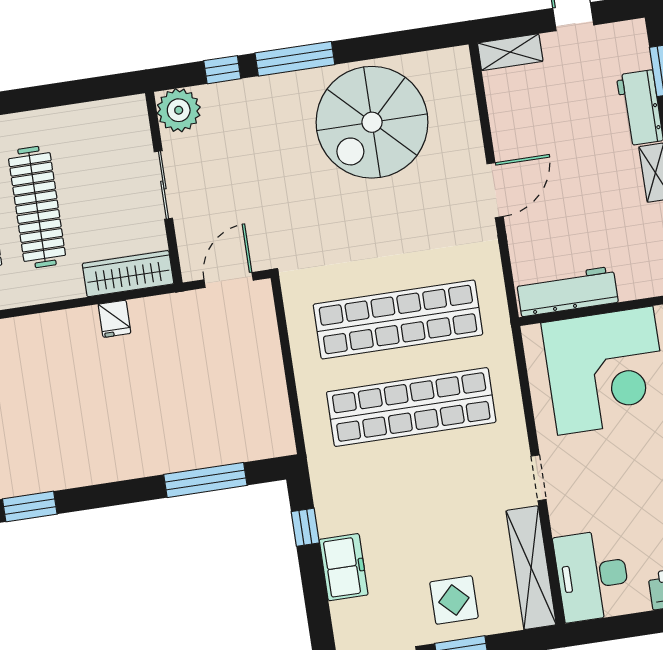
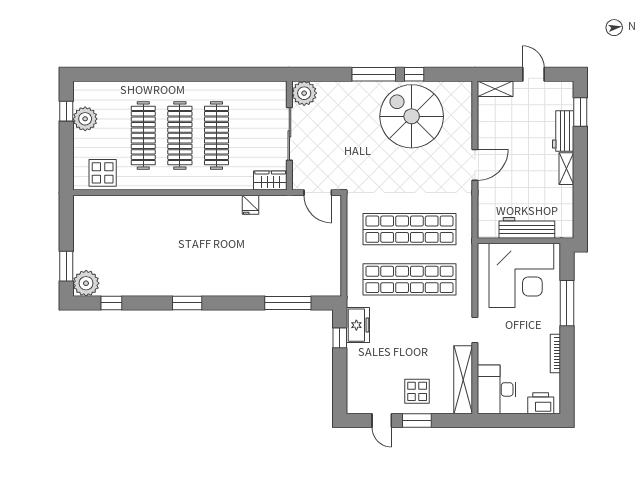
window: (222, 70) -> (414, 74), moved
spiral stairs: (372, 122) -> (412, 116), turned 90
sliding door: (163, 185) -> (289, 134), width x1.37
wardrobe: (128, 274) -> (270, 181), width x0.67
door: (229, 280) -> (318, 193), swing flipped
workbench: (567, 291) -> (527, 228), moved
freezer: (344, 567) -> (358, 325), moved

